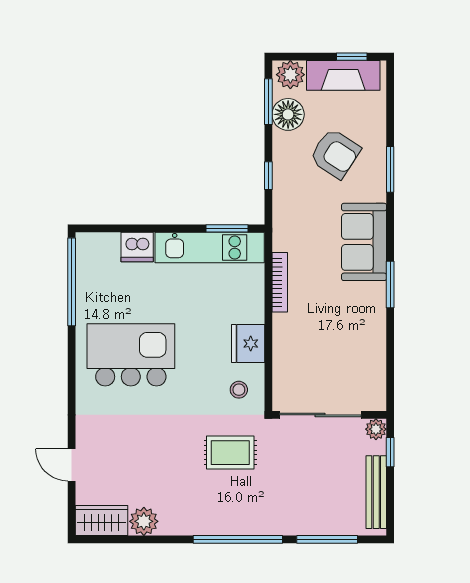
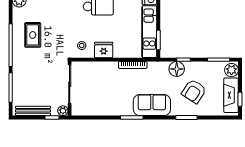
floor lamp: (288, 114) -> (177, 69), moved
rug: (230, 453) -> (33, 35), moved

